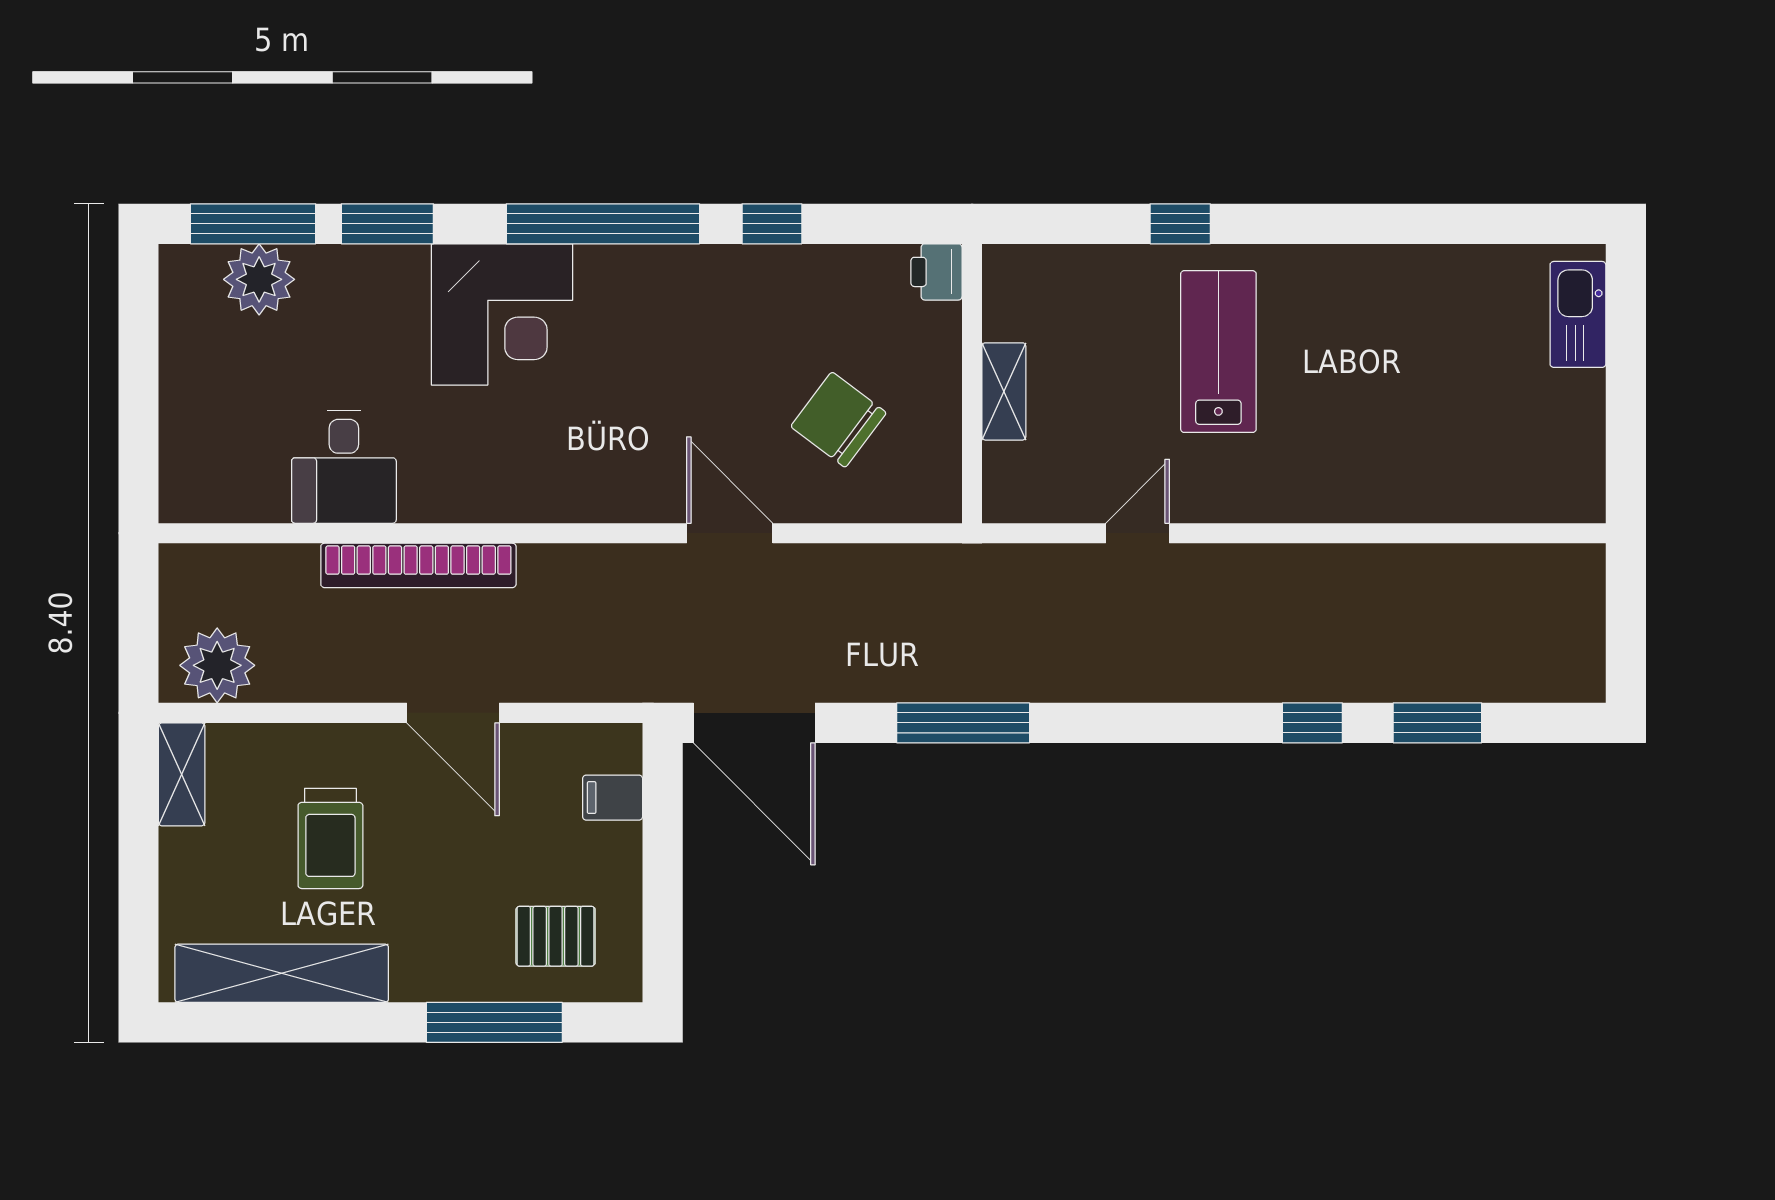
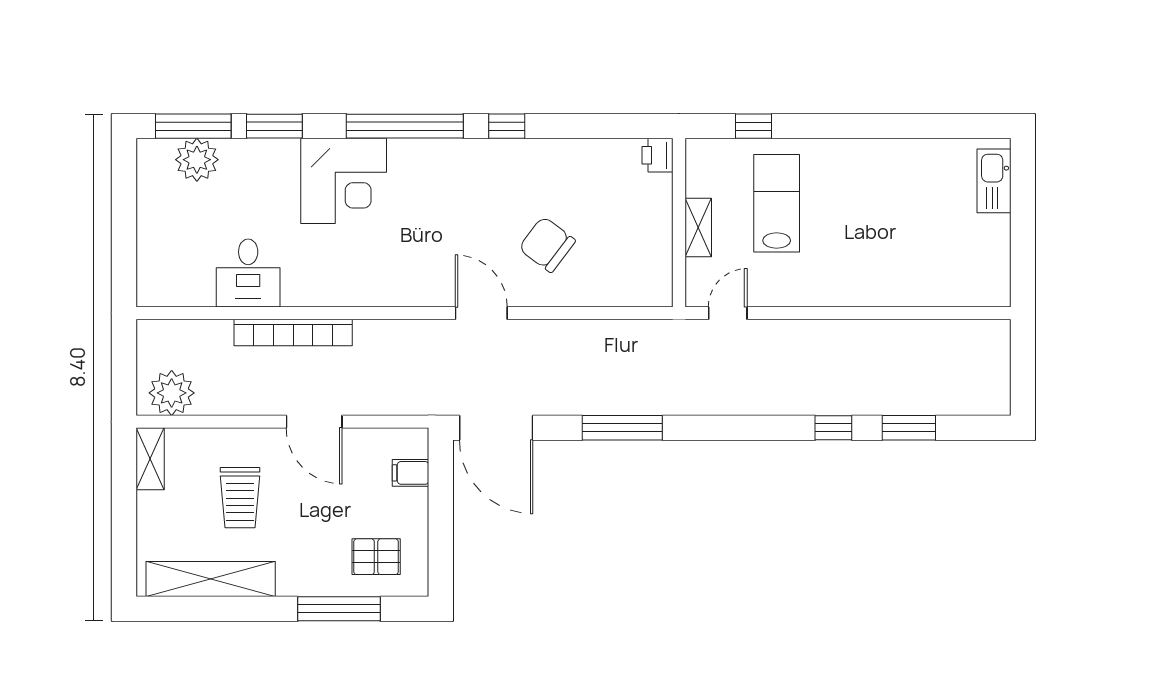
printer: (936, 272) -> (657, 155), moved
wall: (972, 384) -> (679, 223), moved
shelving: (1004, 391) -> (698, 227), moved

